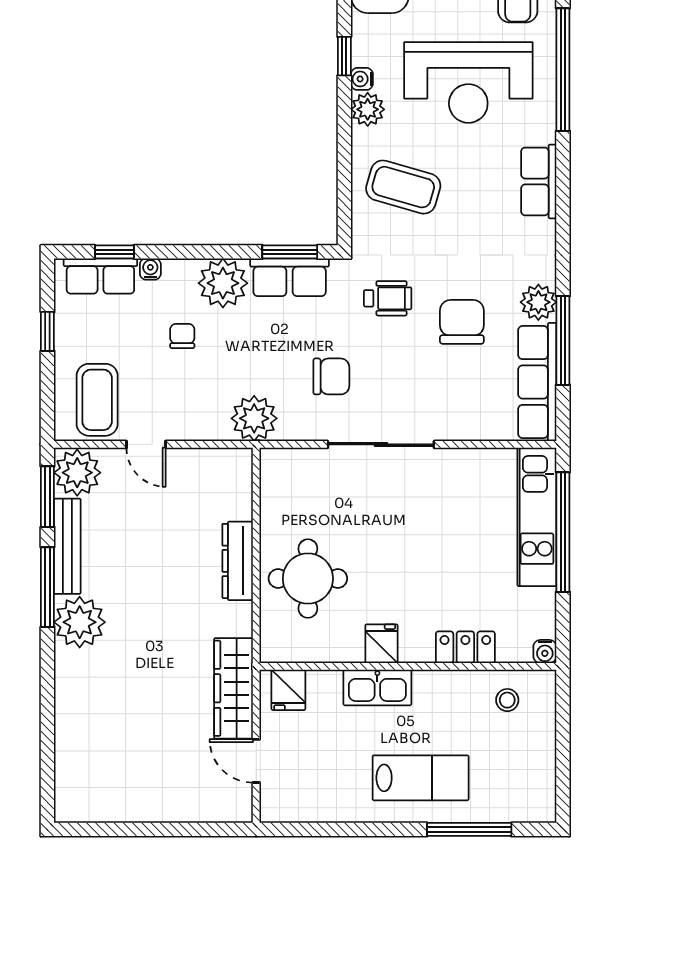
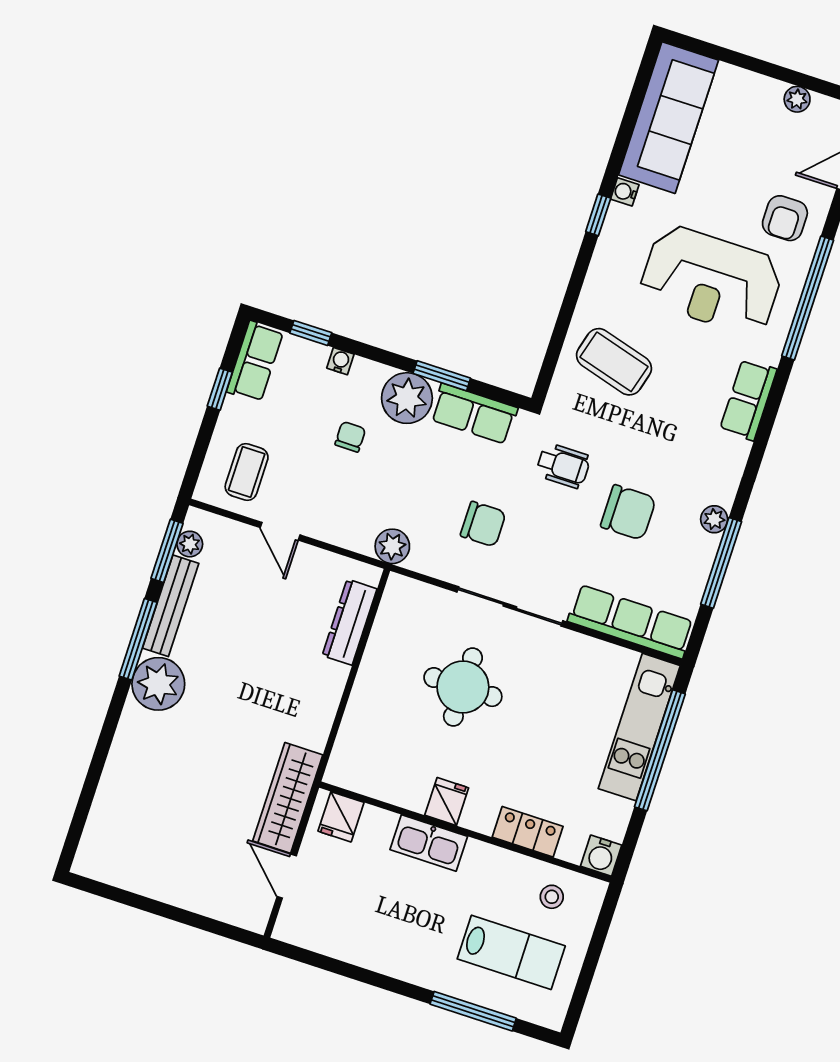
water cooler: (362, 79) -> (625, 192), moved
plant: (368, 109) -> (604, 274), removed
window: (290, 252) -> (442, 376), moved
row of seats: (100, 276) -> (255, 361), moved, turned -90
plant: (538, 302) -> (714, 519), width x0.73, depth x0.73
chair: (462, 322) -> (628, 512), turned 90
row of seats: (537, 382) -> (631, 622), moved, turned 90
coffee table: (97, 400) -> (247, 472), width x0.73, depth x0.77
plant: (254, 418) -> (392, 546), width x0.73, depth x0.73
plant: (77, 473) -> (190, 544), width x0.53, depth x0.53
dresser: (238, 561) -> (350, 622), moved
round table: (308, 579) -> (463, 687), moved
water cooler: (545, 651) -> (601, 856), width x1.38, depth x1.38
lab bench: (421, 778) -> (511, 952), moved

